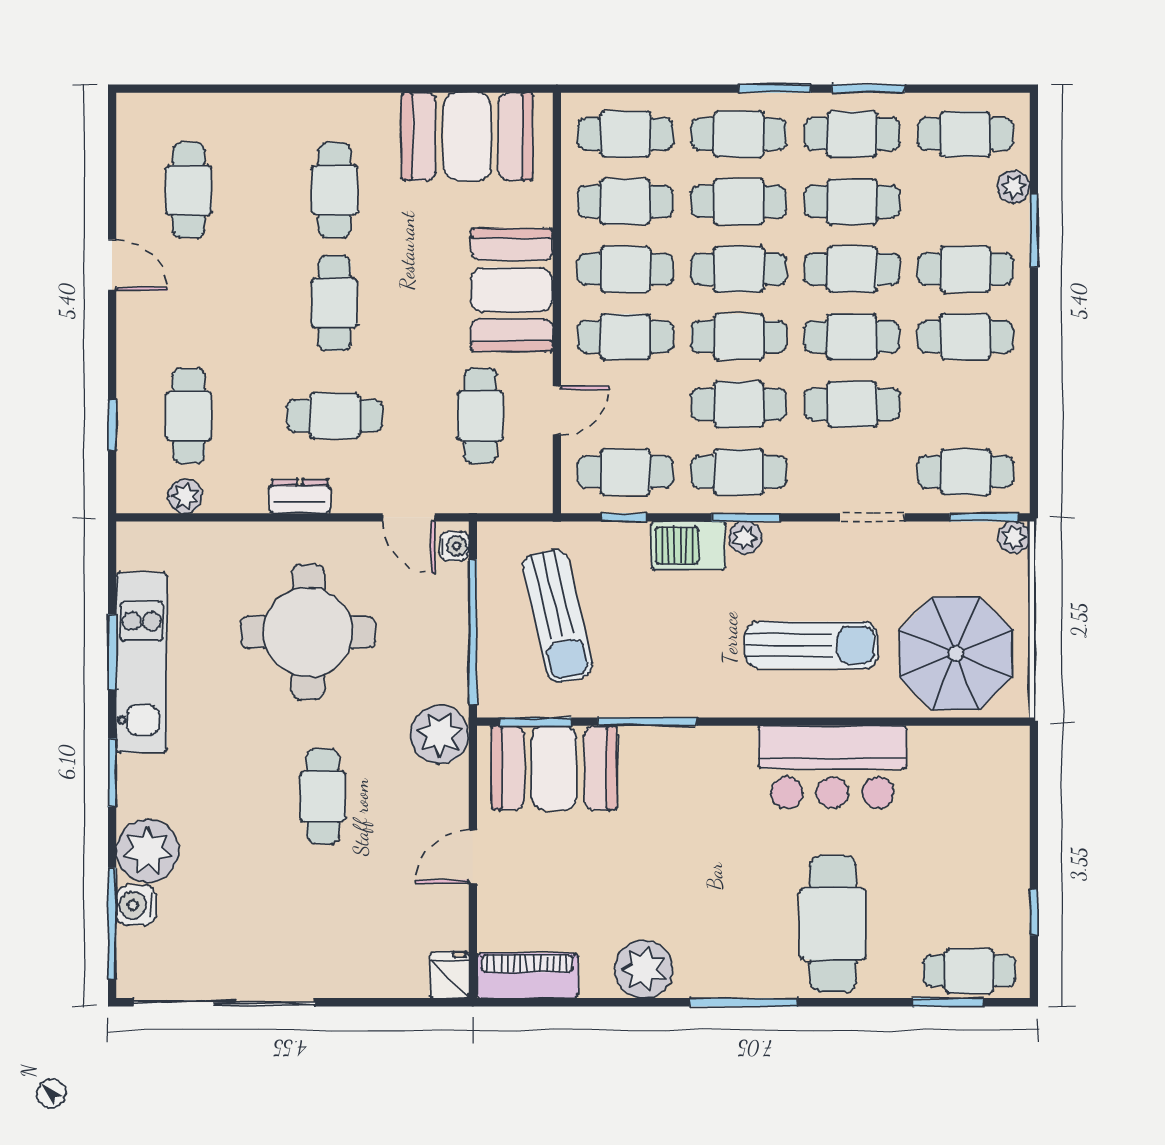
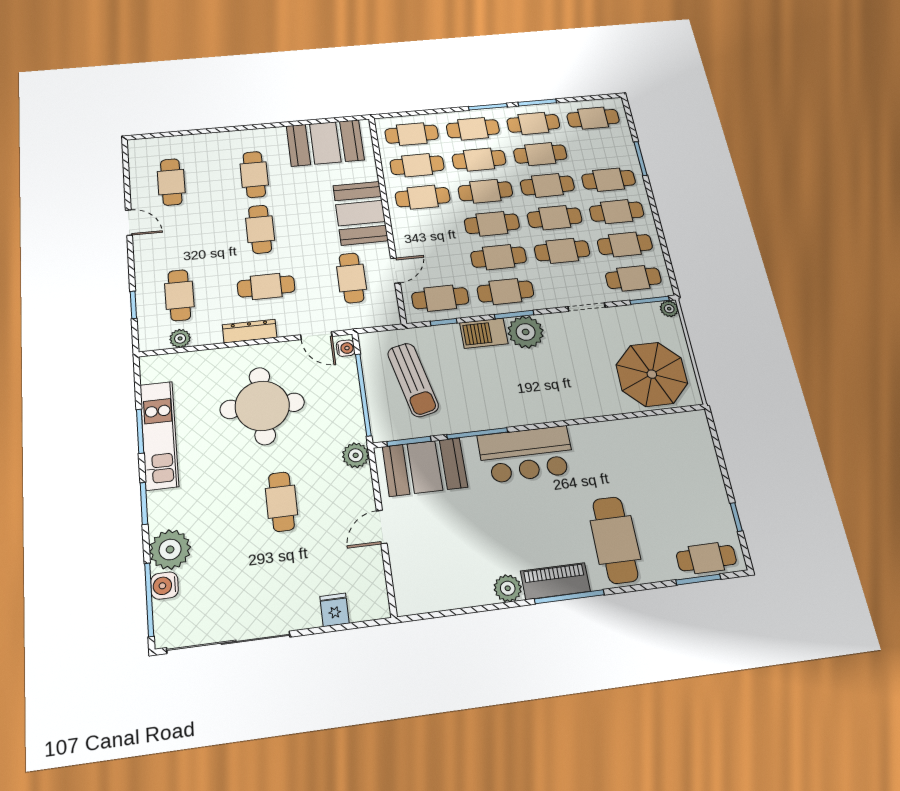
plant: (1014, 187) -> (625, 140), removed
cafe table: (625, 337) -> (625, 244), moved
dresser: (300, 496) -> (250, 331), width x1.44
plant: (745, 538) -> (526, 332), width x1.87, depth x1.87
sun lounger: (811, 645) -> (567, 379), removed
plant: (440, 735) -> (356, 455), width x0.73, depth x0.73
bar counter: (833, 767) -> (526, 454), moved
plant: (644, 969) -> (508, 588), width x0.73, depth x0.73
fridge: (449, 975) -> (334, 610), moved
piano: (527, 976) -> (555, 581), moved

